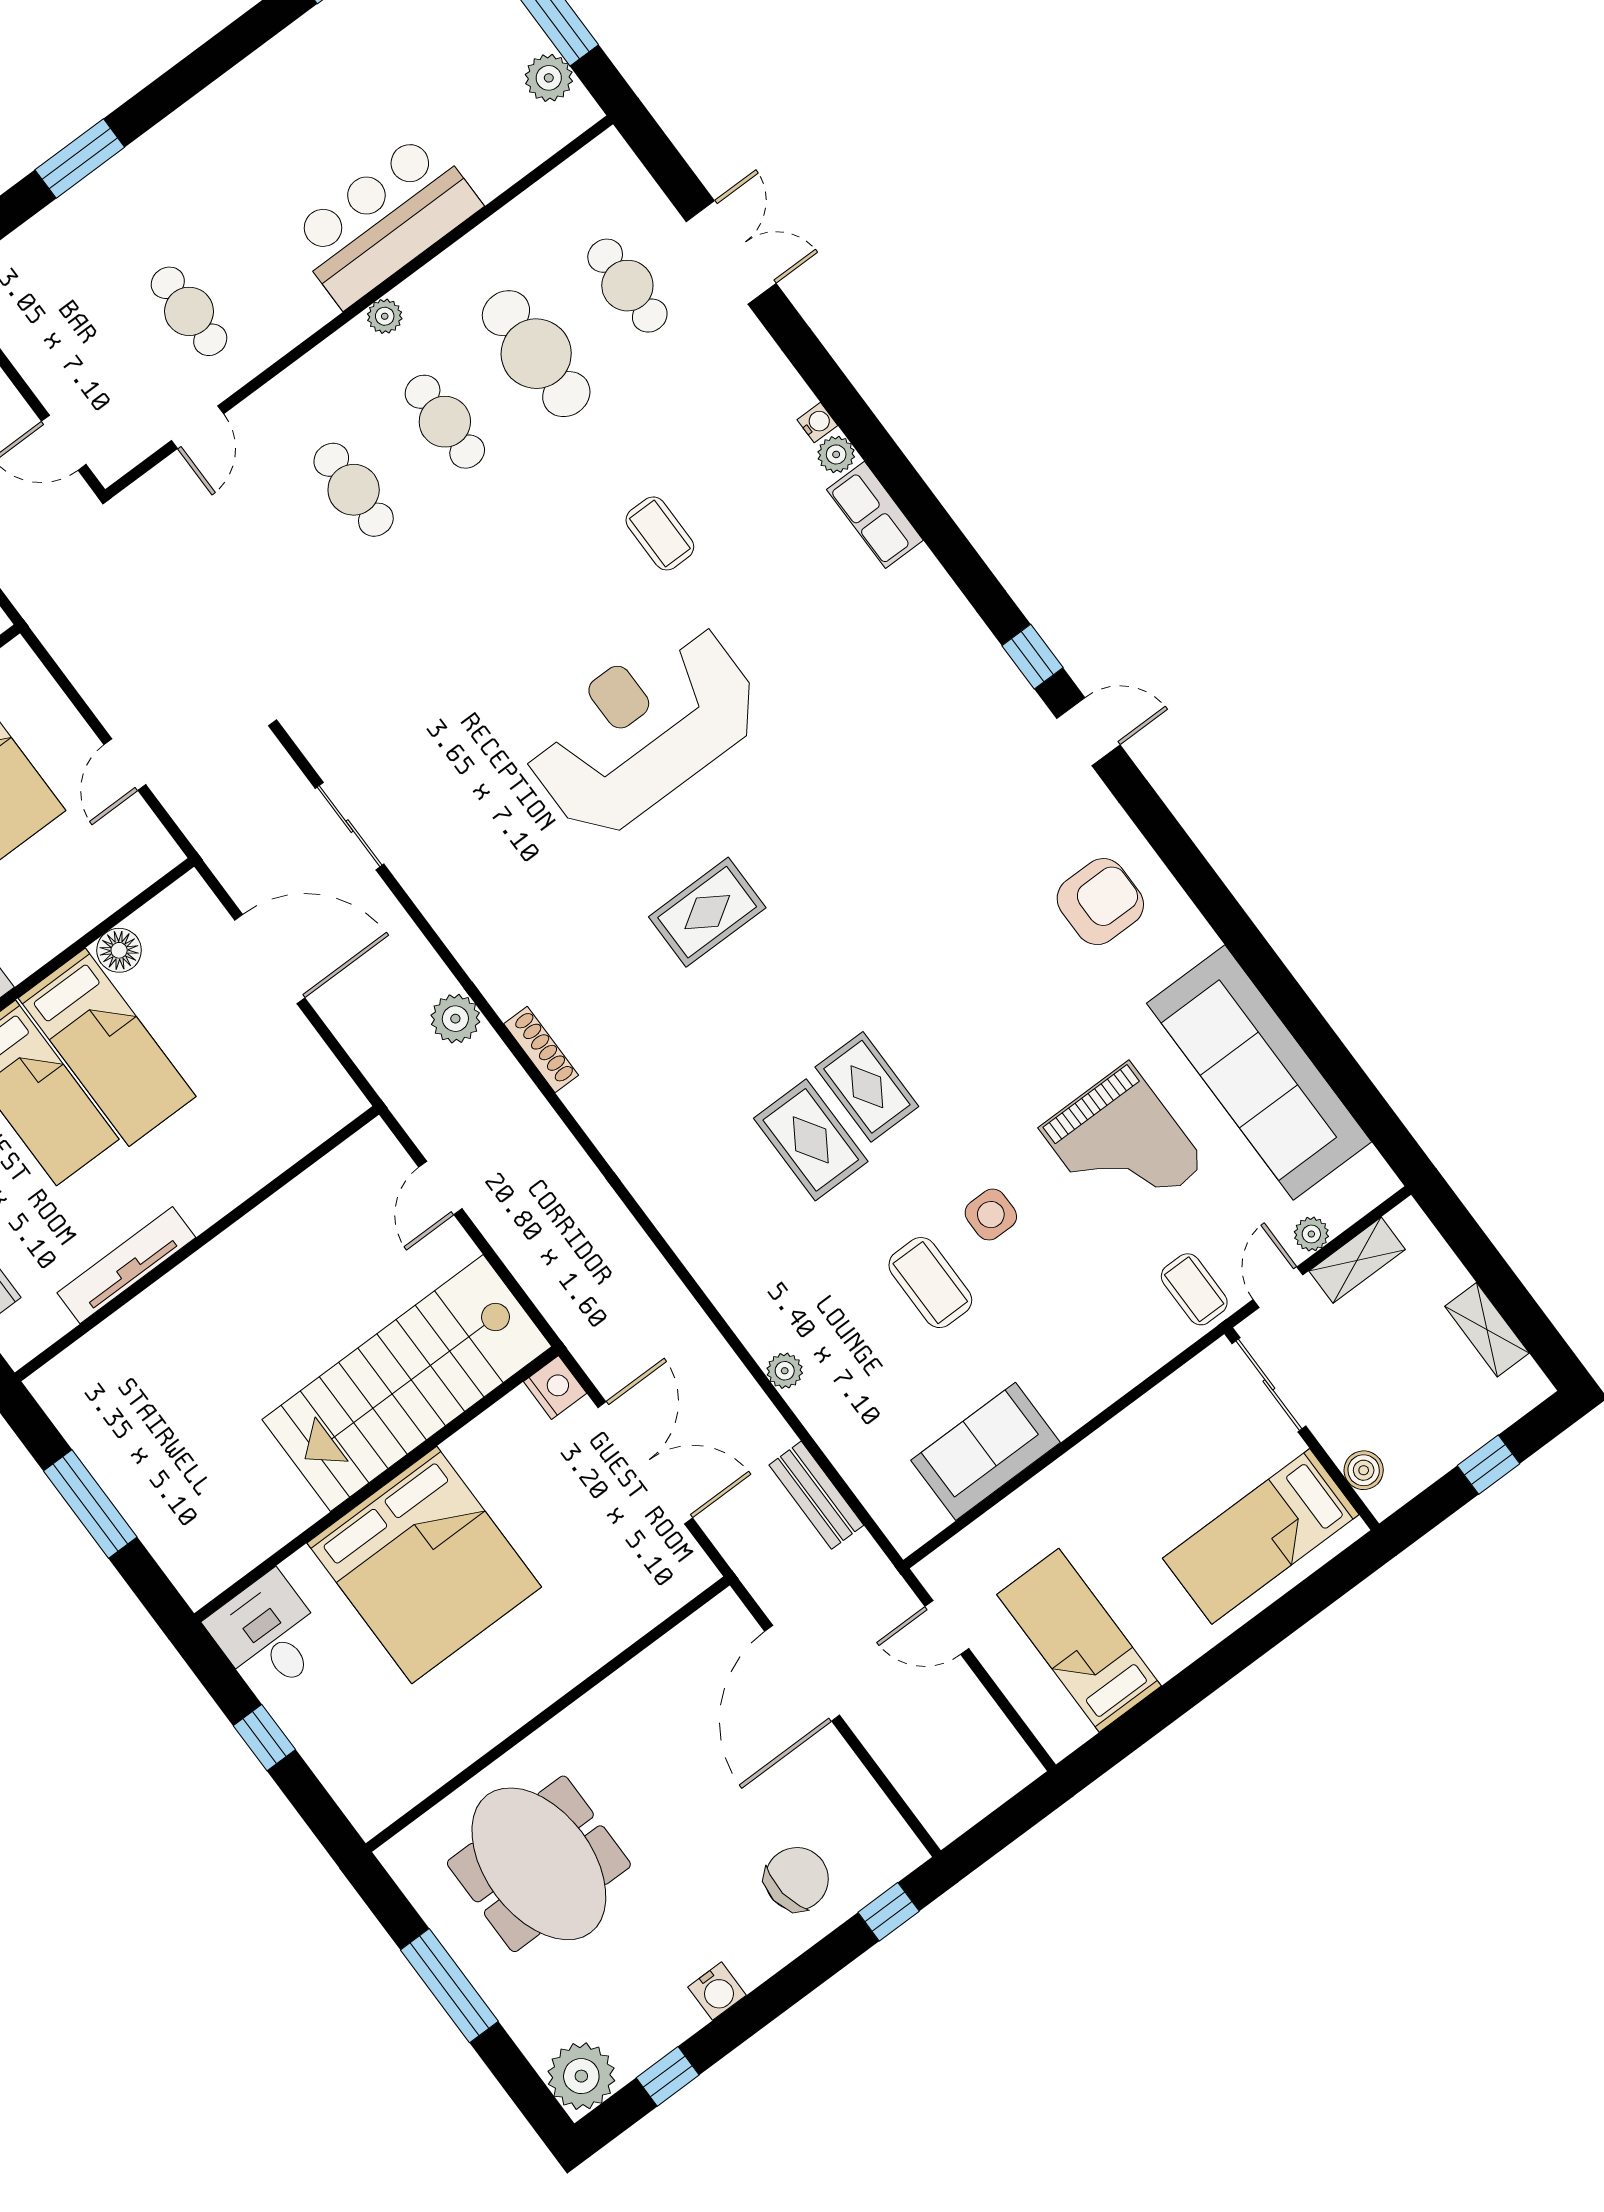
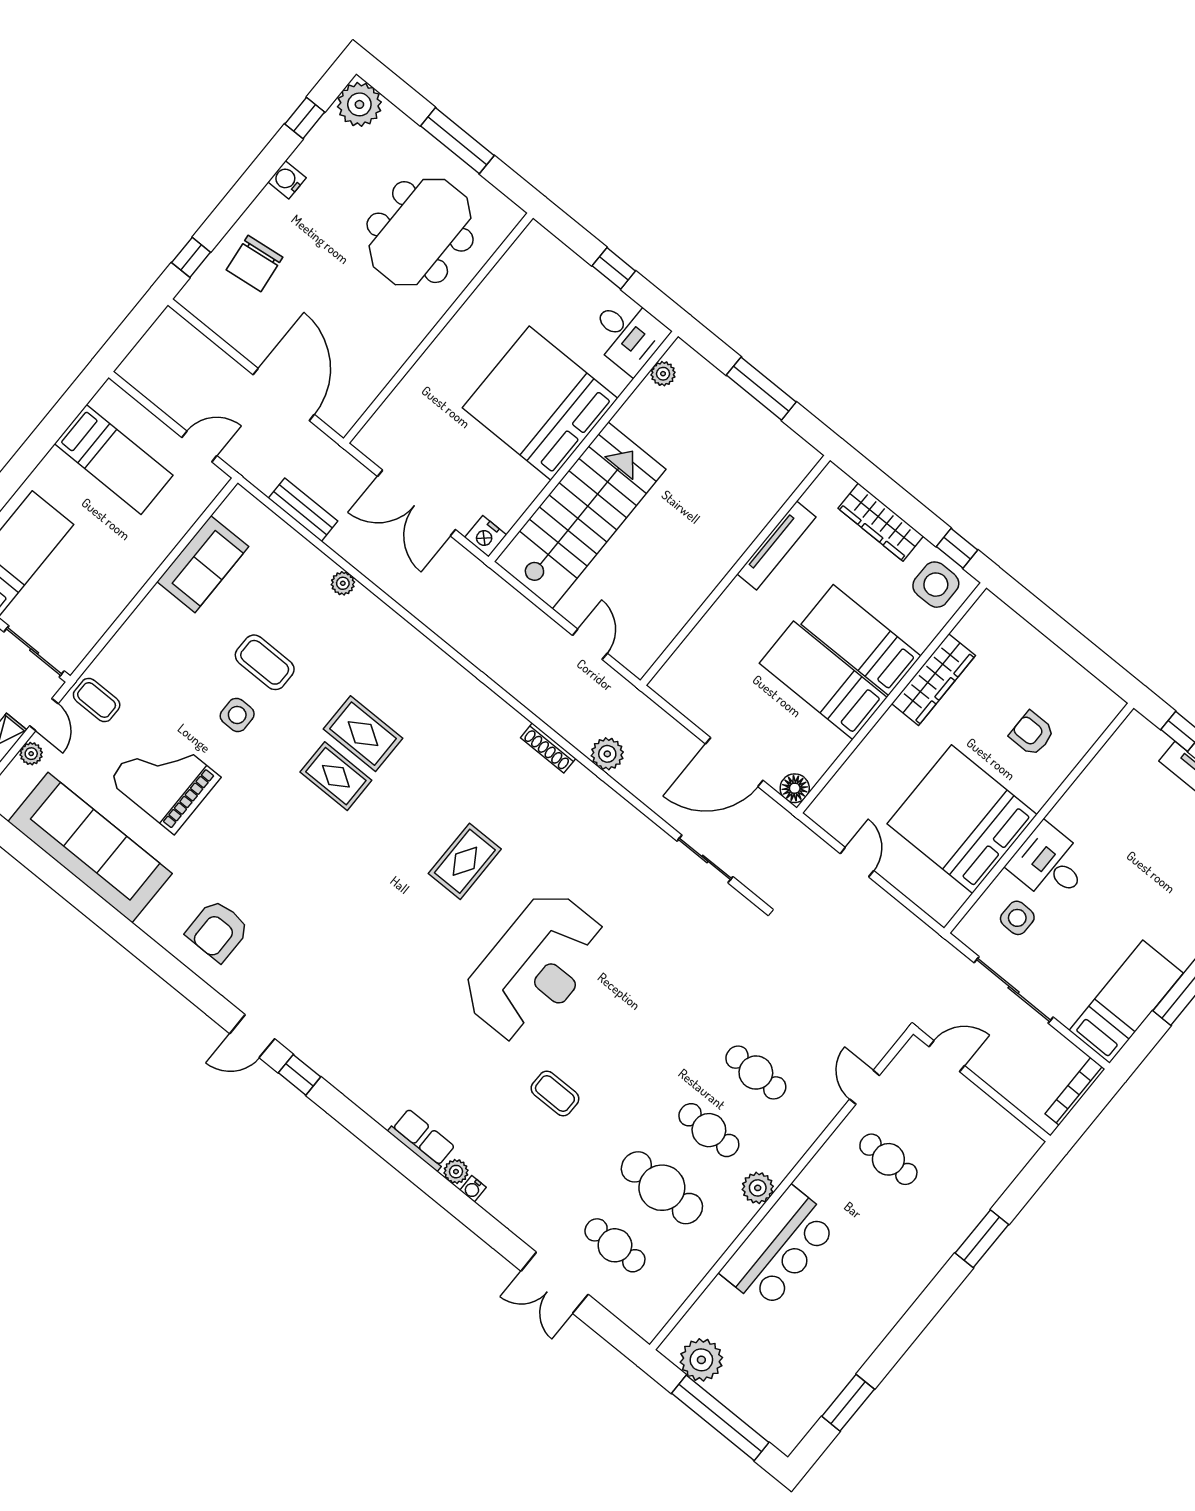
plant: (549, 78) -> (701, 1360), width x1.36, depth x1.36
plant: (385, 316) -> (758, 1188), width x1.38, depth x1.38
floor lamp: (119, 950) -> (795, 788), moved
plant: (231, 1563) -> (663, 374), added
meeting table: (539, 1864) -> (420, 232), turned 90

